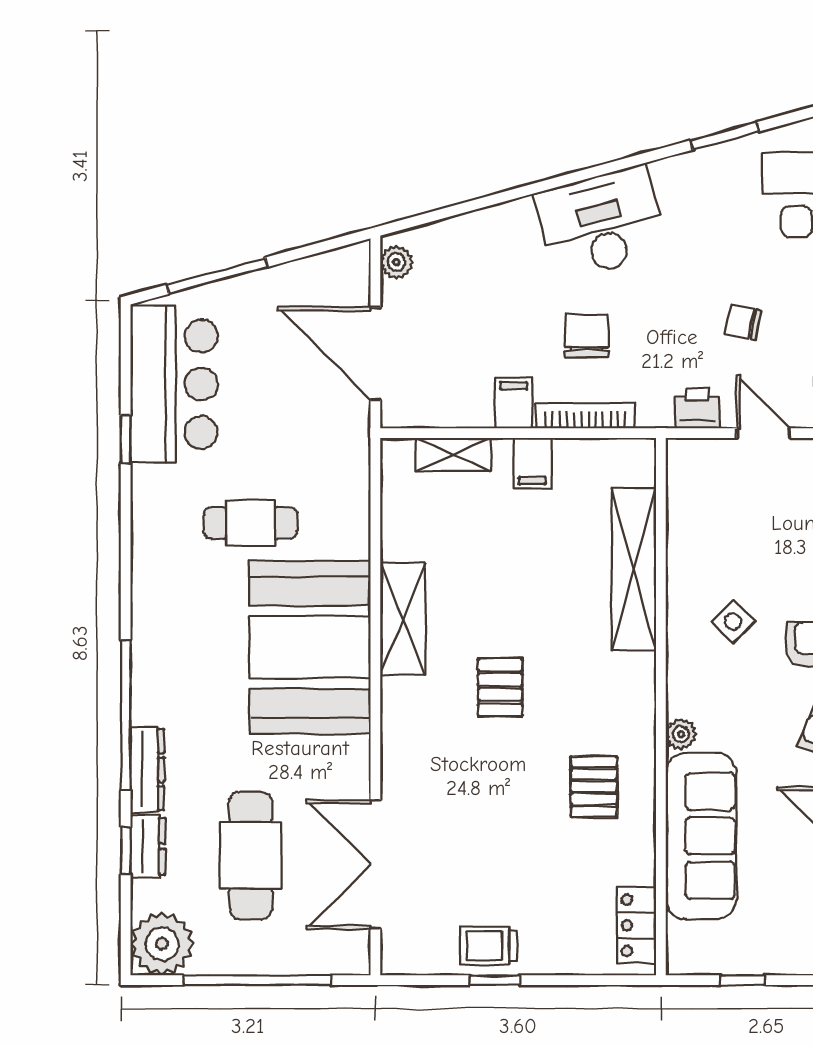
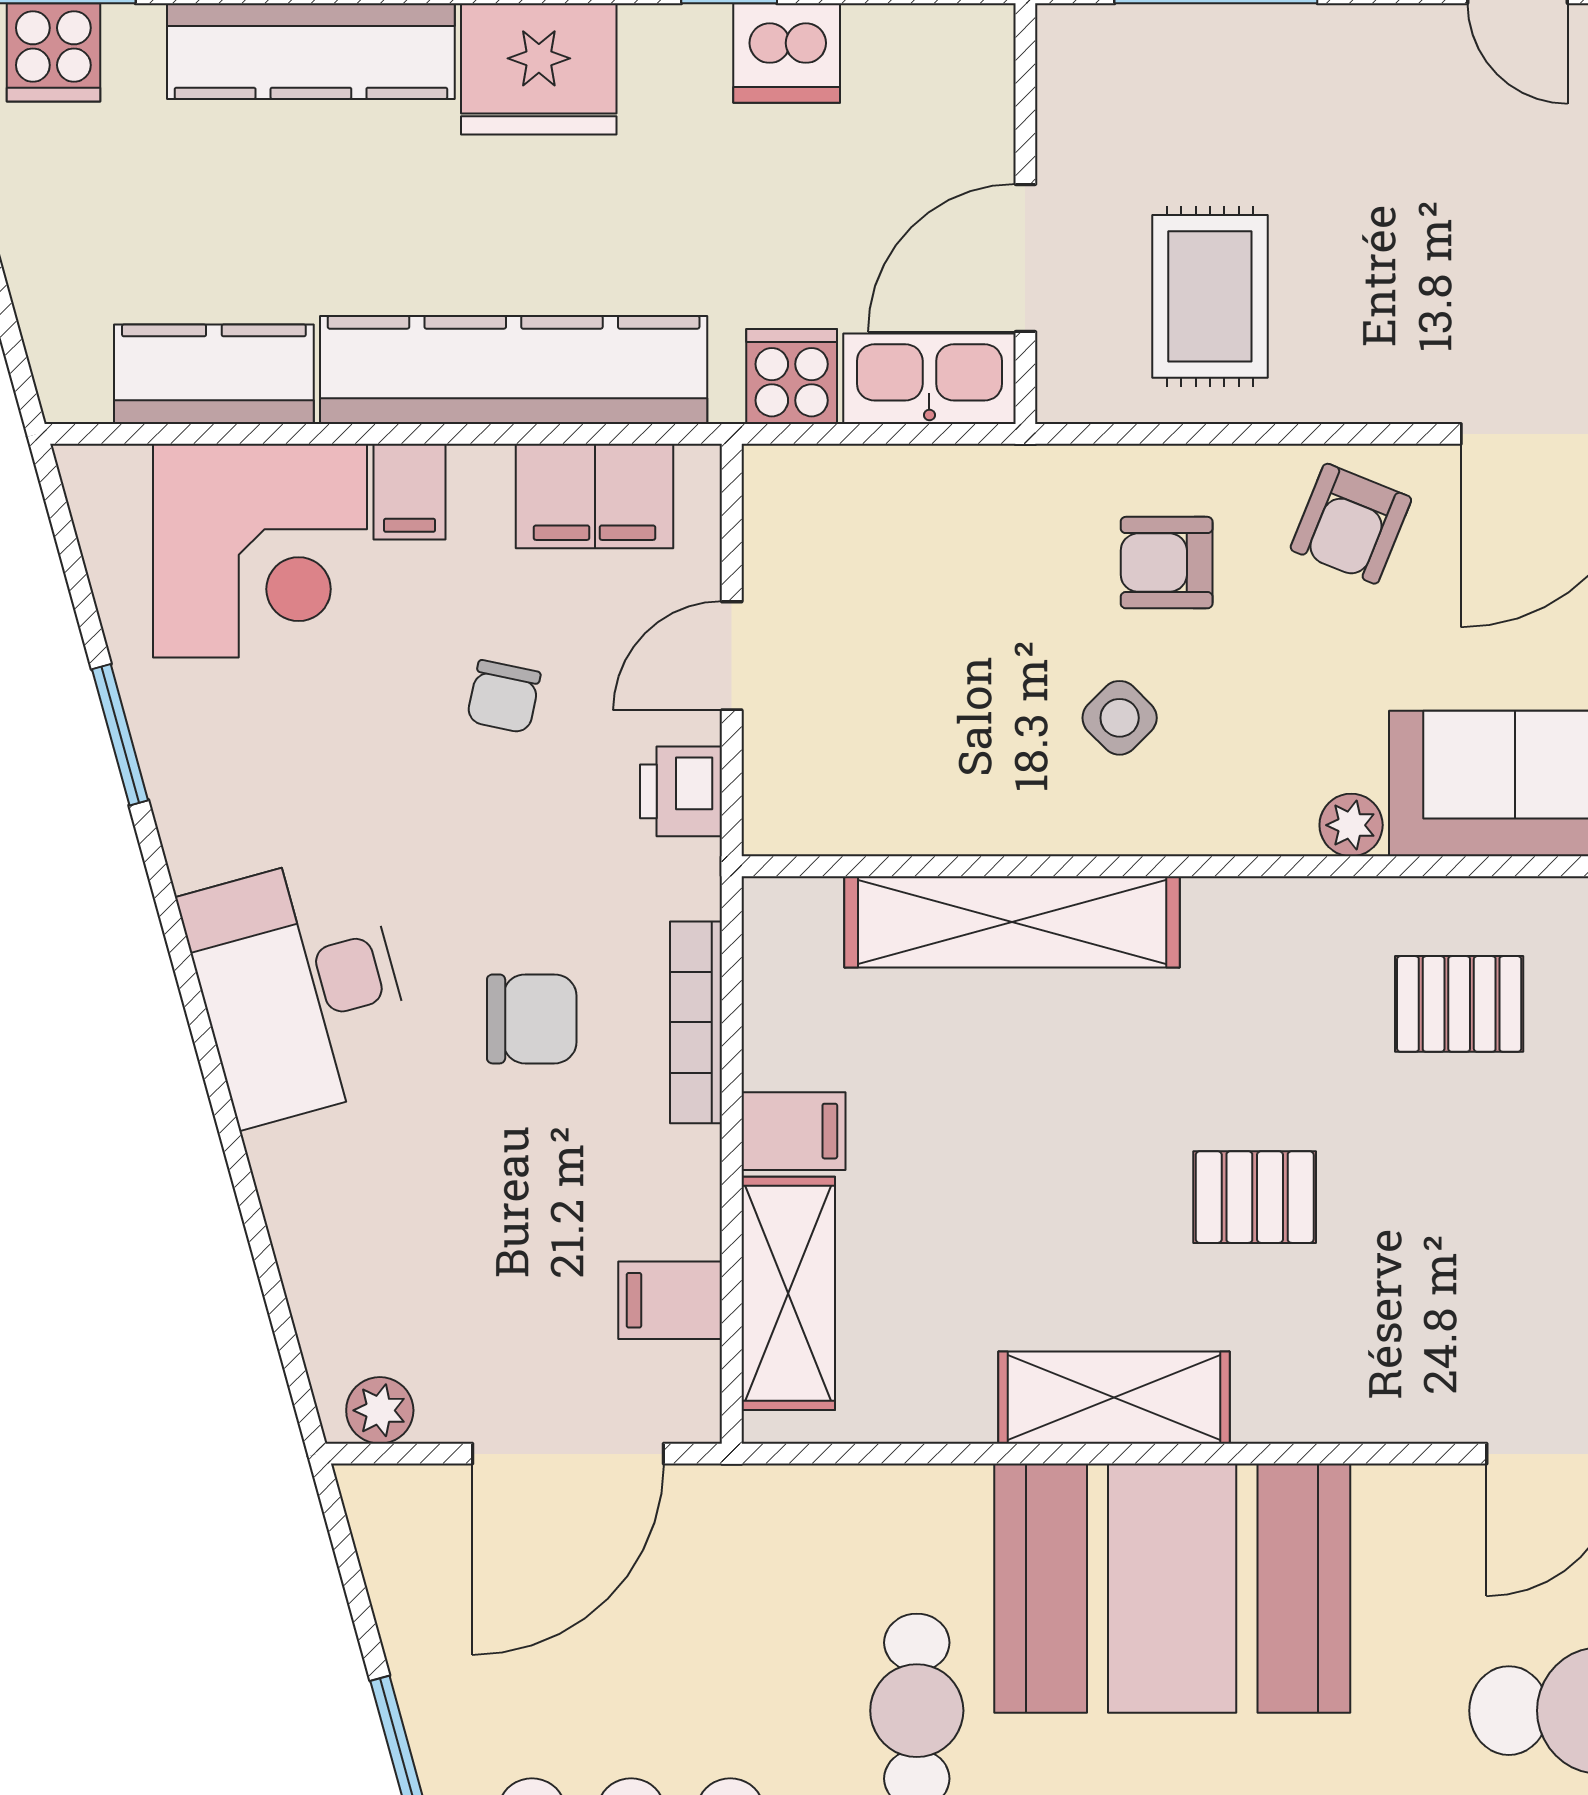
chair: (587, 336) -> (532, 1019), turned 180
filing cabinet: (514, 403) -> (670, 1300), moved
shelving: (453, 455) -> (788, 1293), width x1.50, depth x1.33

